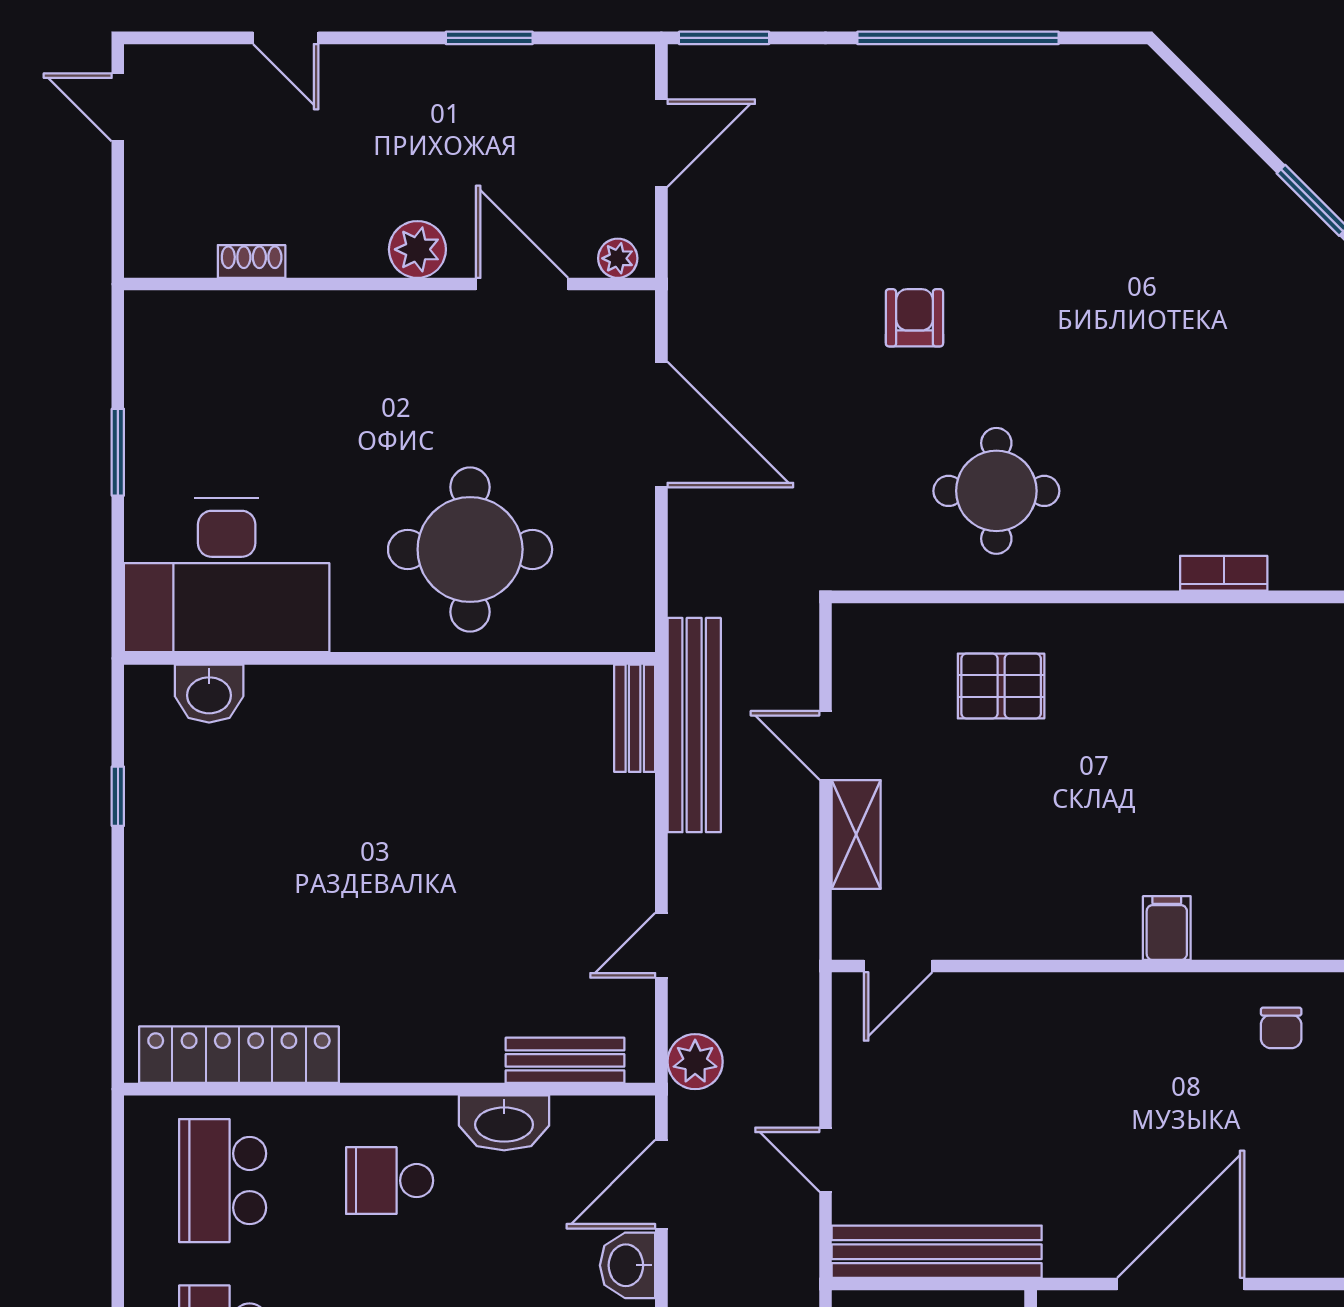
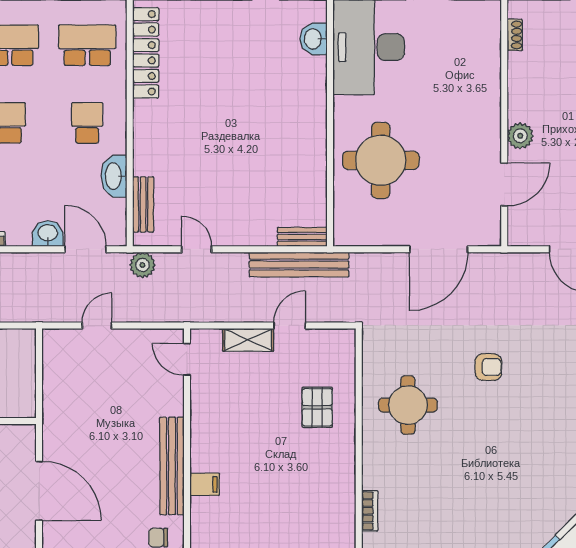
plant: (618, 258) -> (516, 229), removed
shoe rack: (252, 261) -> (515, 35), moved
bench: (937, 1252) -> (172, 466), moved

